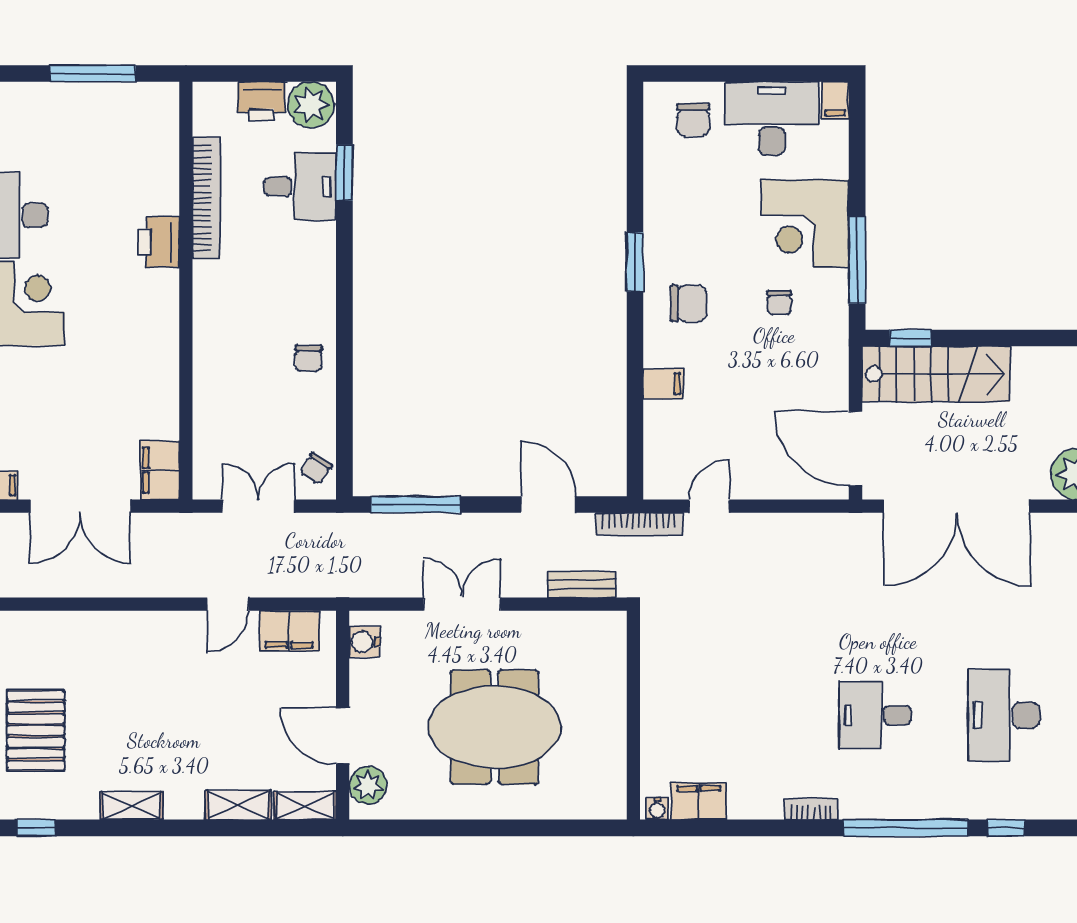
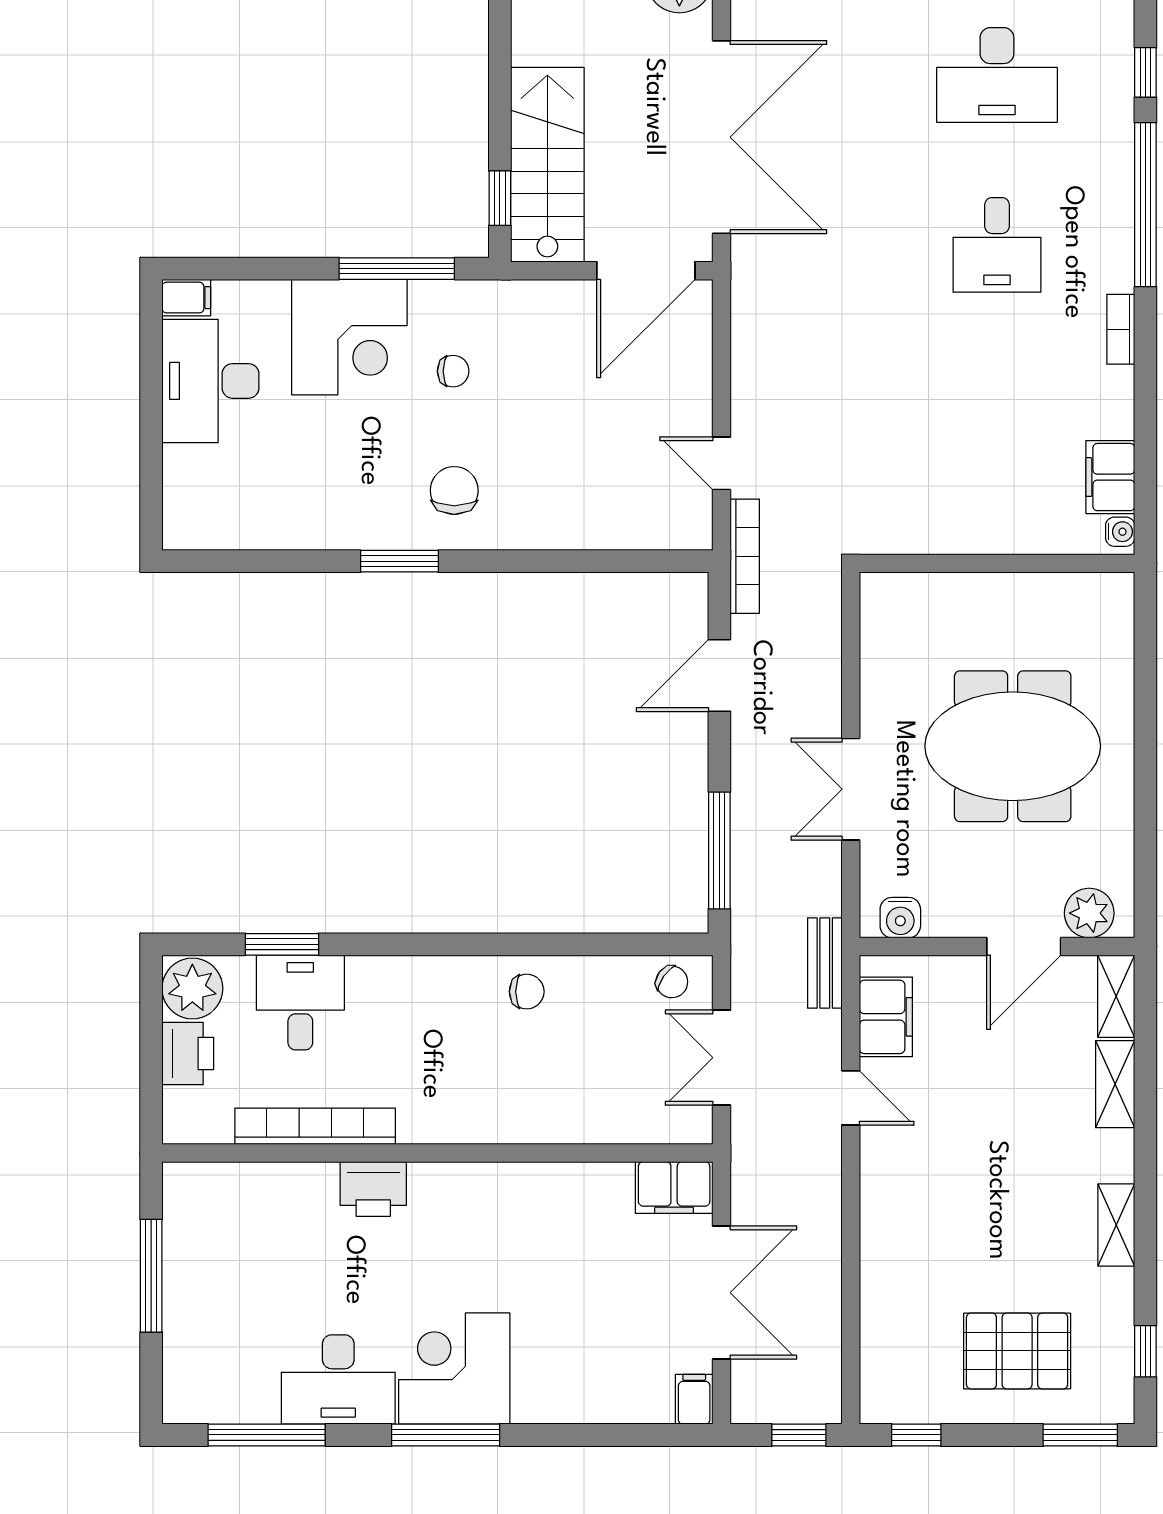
chair: (693, 120) -> (212, 484), removed
filing cabinet: (663, 384) -> (560, 524), removed
bench: (582, 585) -> (825, 963), moved
meeting table: (495, 727) -> (1013, 746), turned 90

